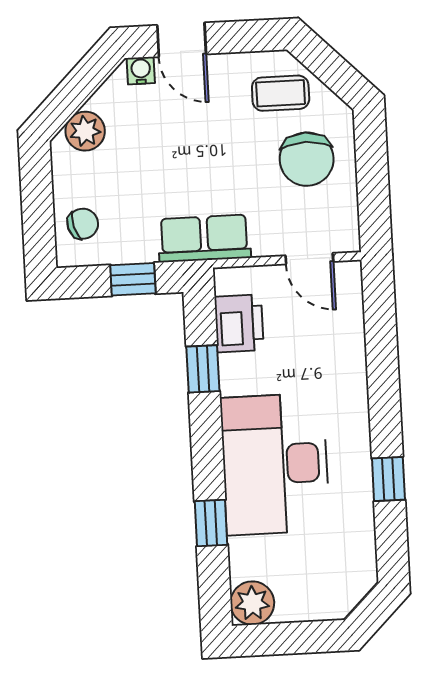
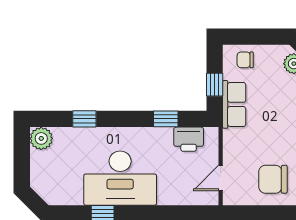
chair: (83, 224) -> (245, 60), turned 106
row of seats: (204, 238) -> (234, 104), moved
desk: (275, 464) -> (120, 178), moved, turned 180

